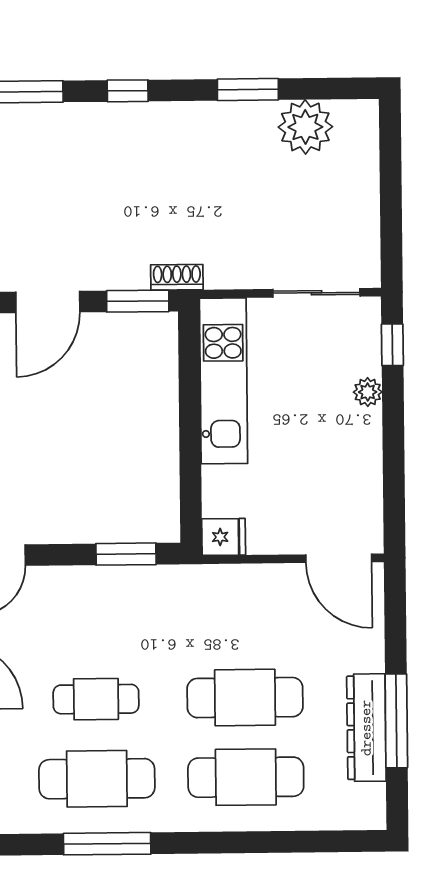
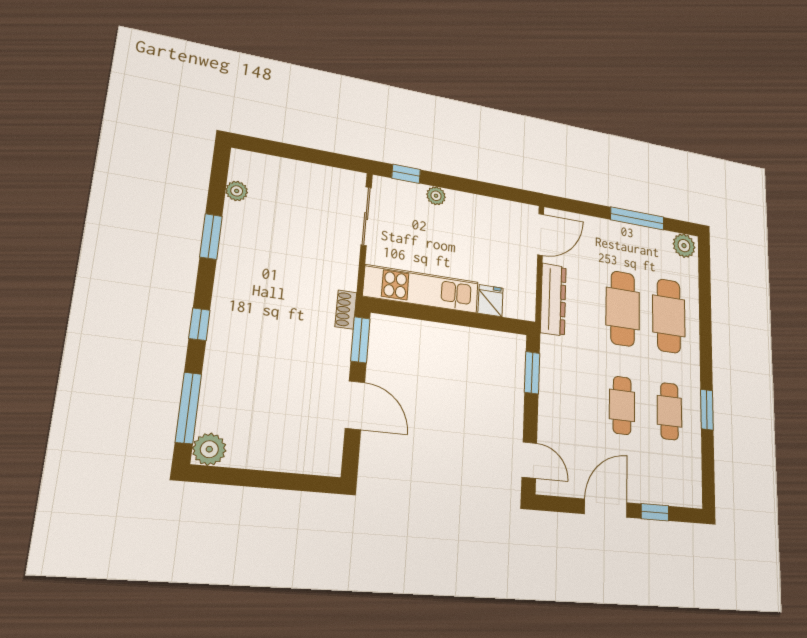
plant: (305, 127) -> (237, 191), width x0.53, depth x0.53
fridge: (224, 537) -> (491, 301), moved
dresser: (366, 728) -> (553, 299), moved, turned -90
cafe table: (97, 779) -> (669, 411), width x0.73, depth x0.74
plant: (366, 804) -> (684, 246), added
window: (107, 844) -> (707, 410), width x0.69

